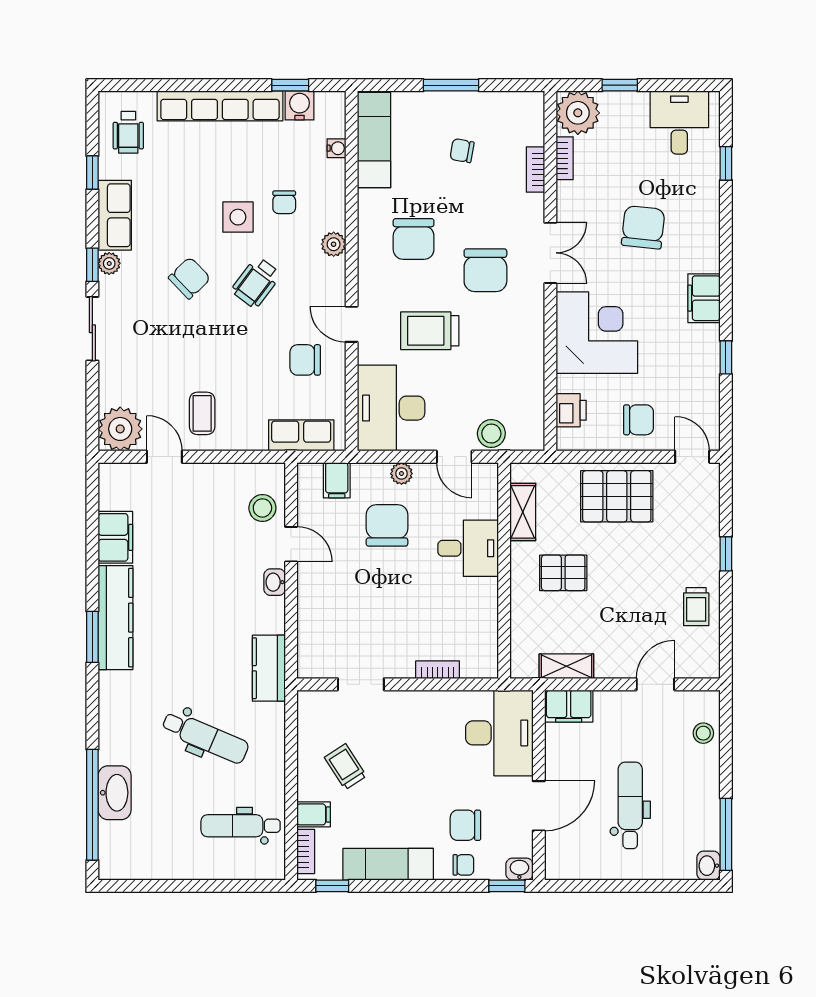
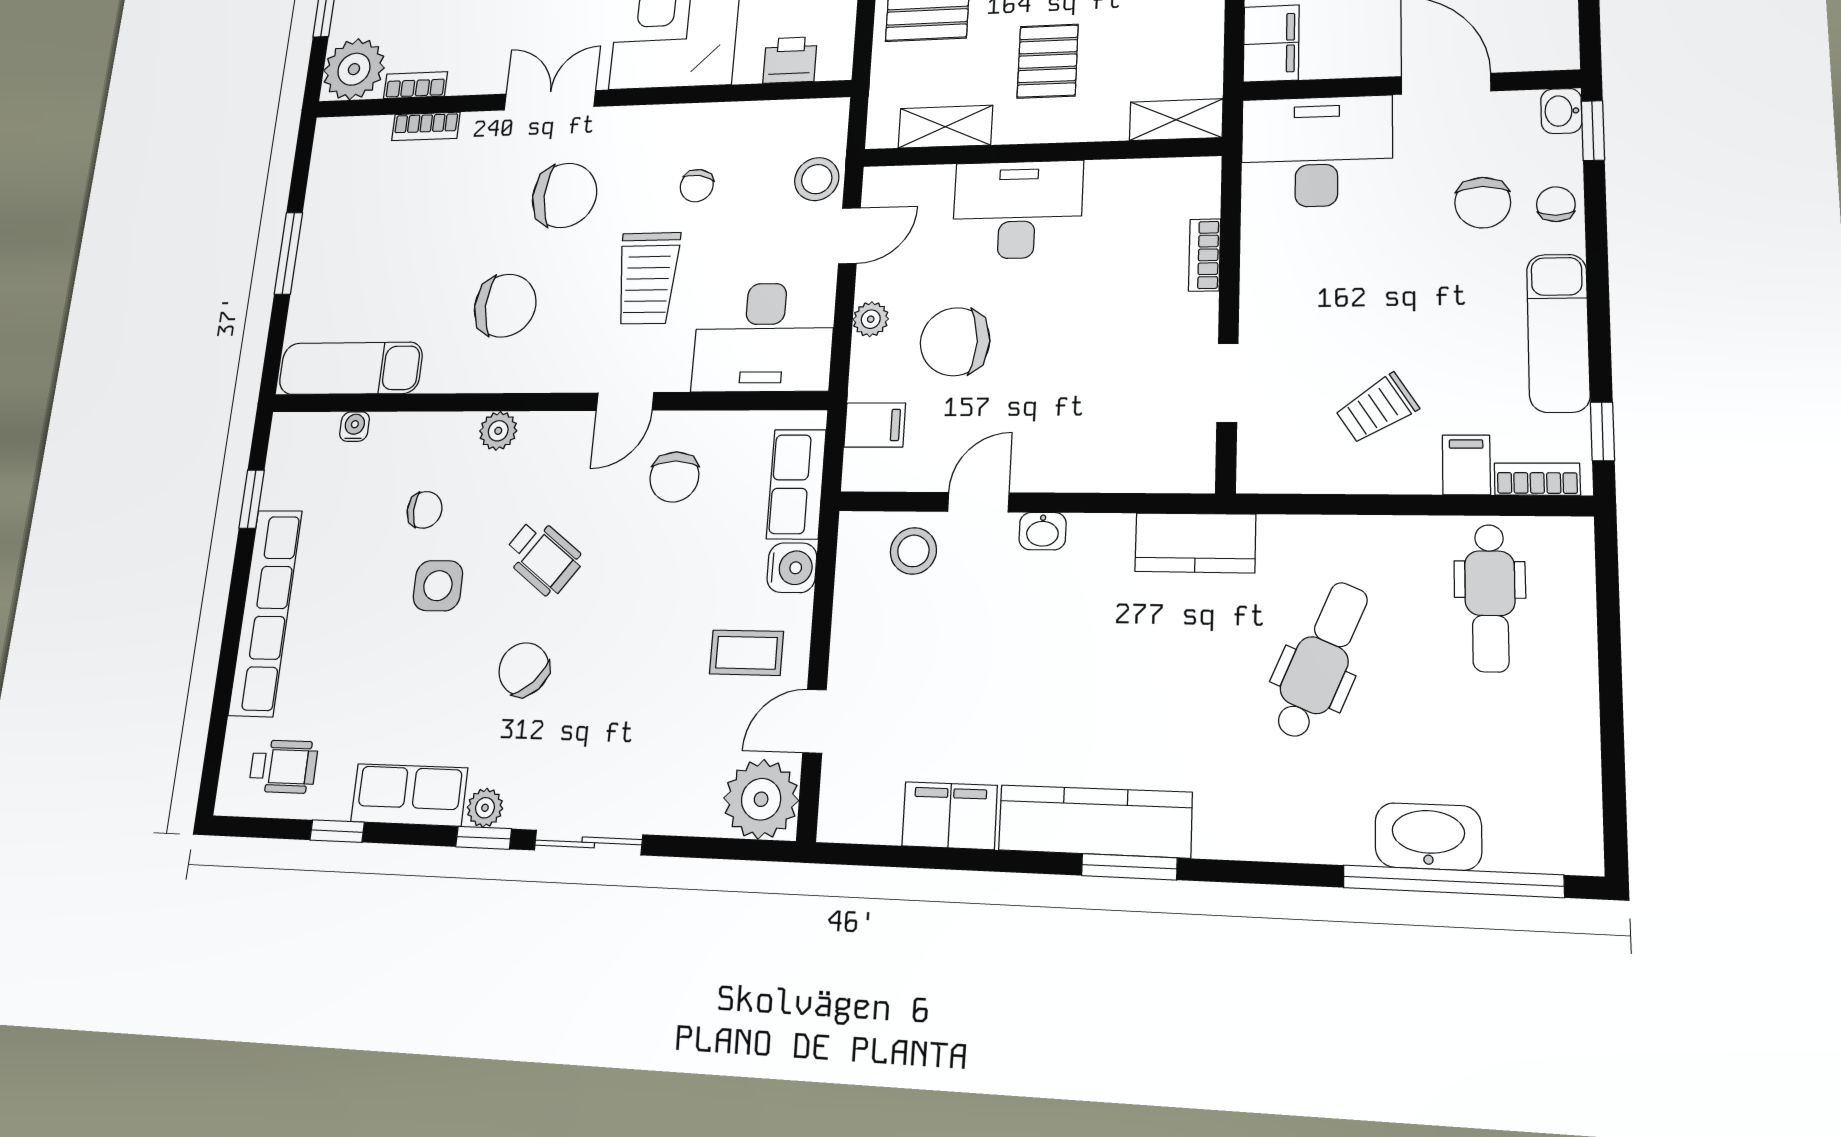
water cooler: (300, 105) -> (792, 568), moved, turned 180
chair: (462, 151) -> (697, 186), moved
desk: (468, 548) -> (1017, 210), width x1.37
shelving: (566, 666) -> (1176, 120), moved, turned 90

